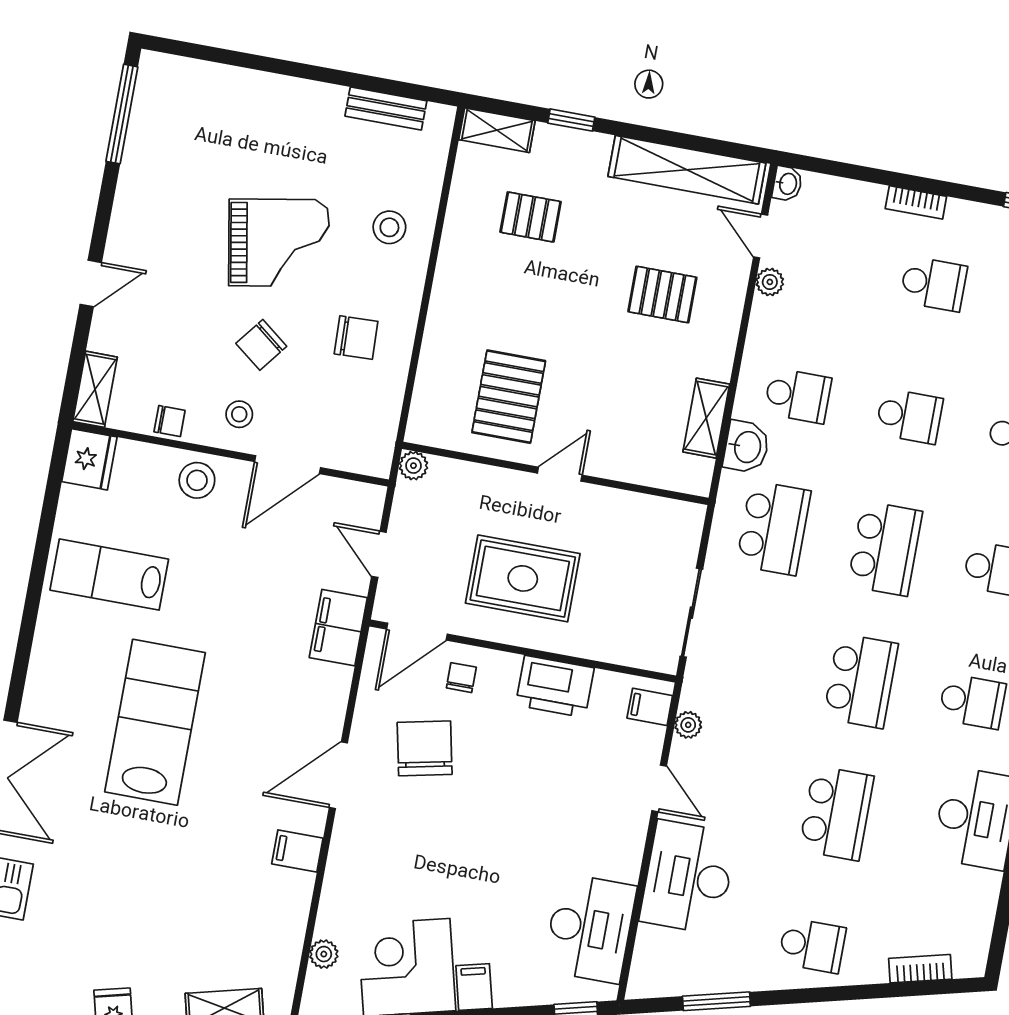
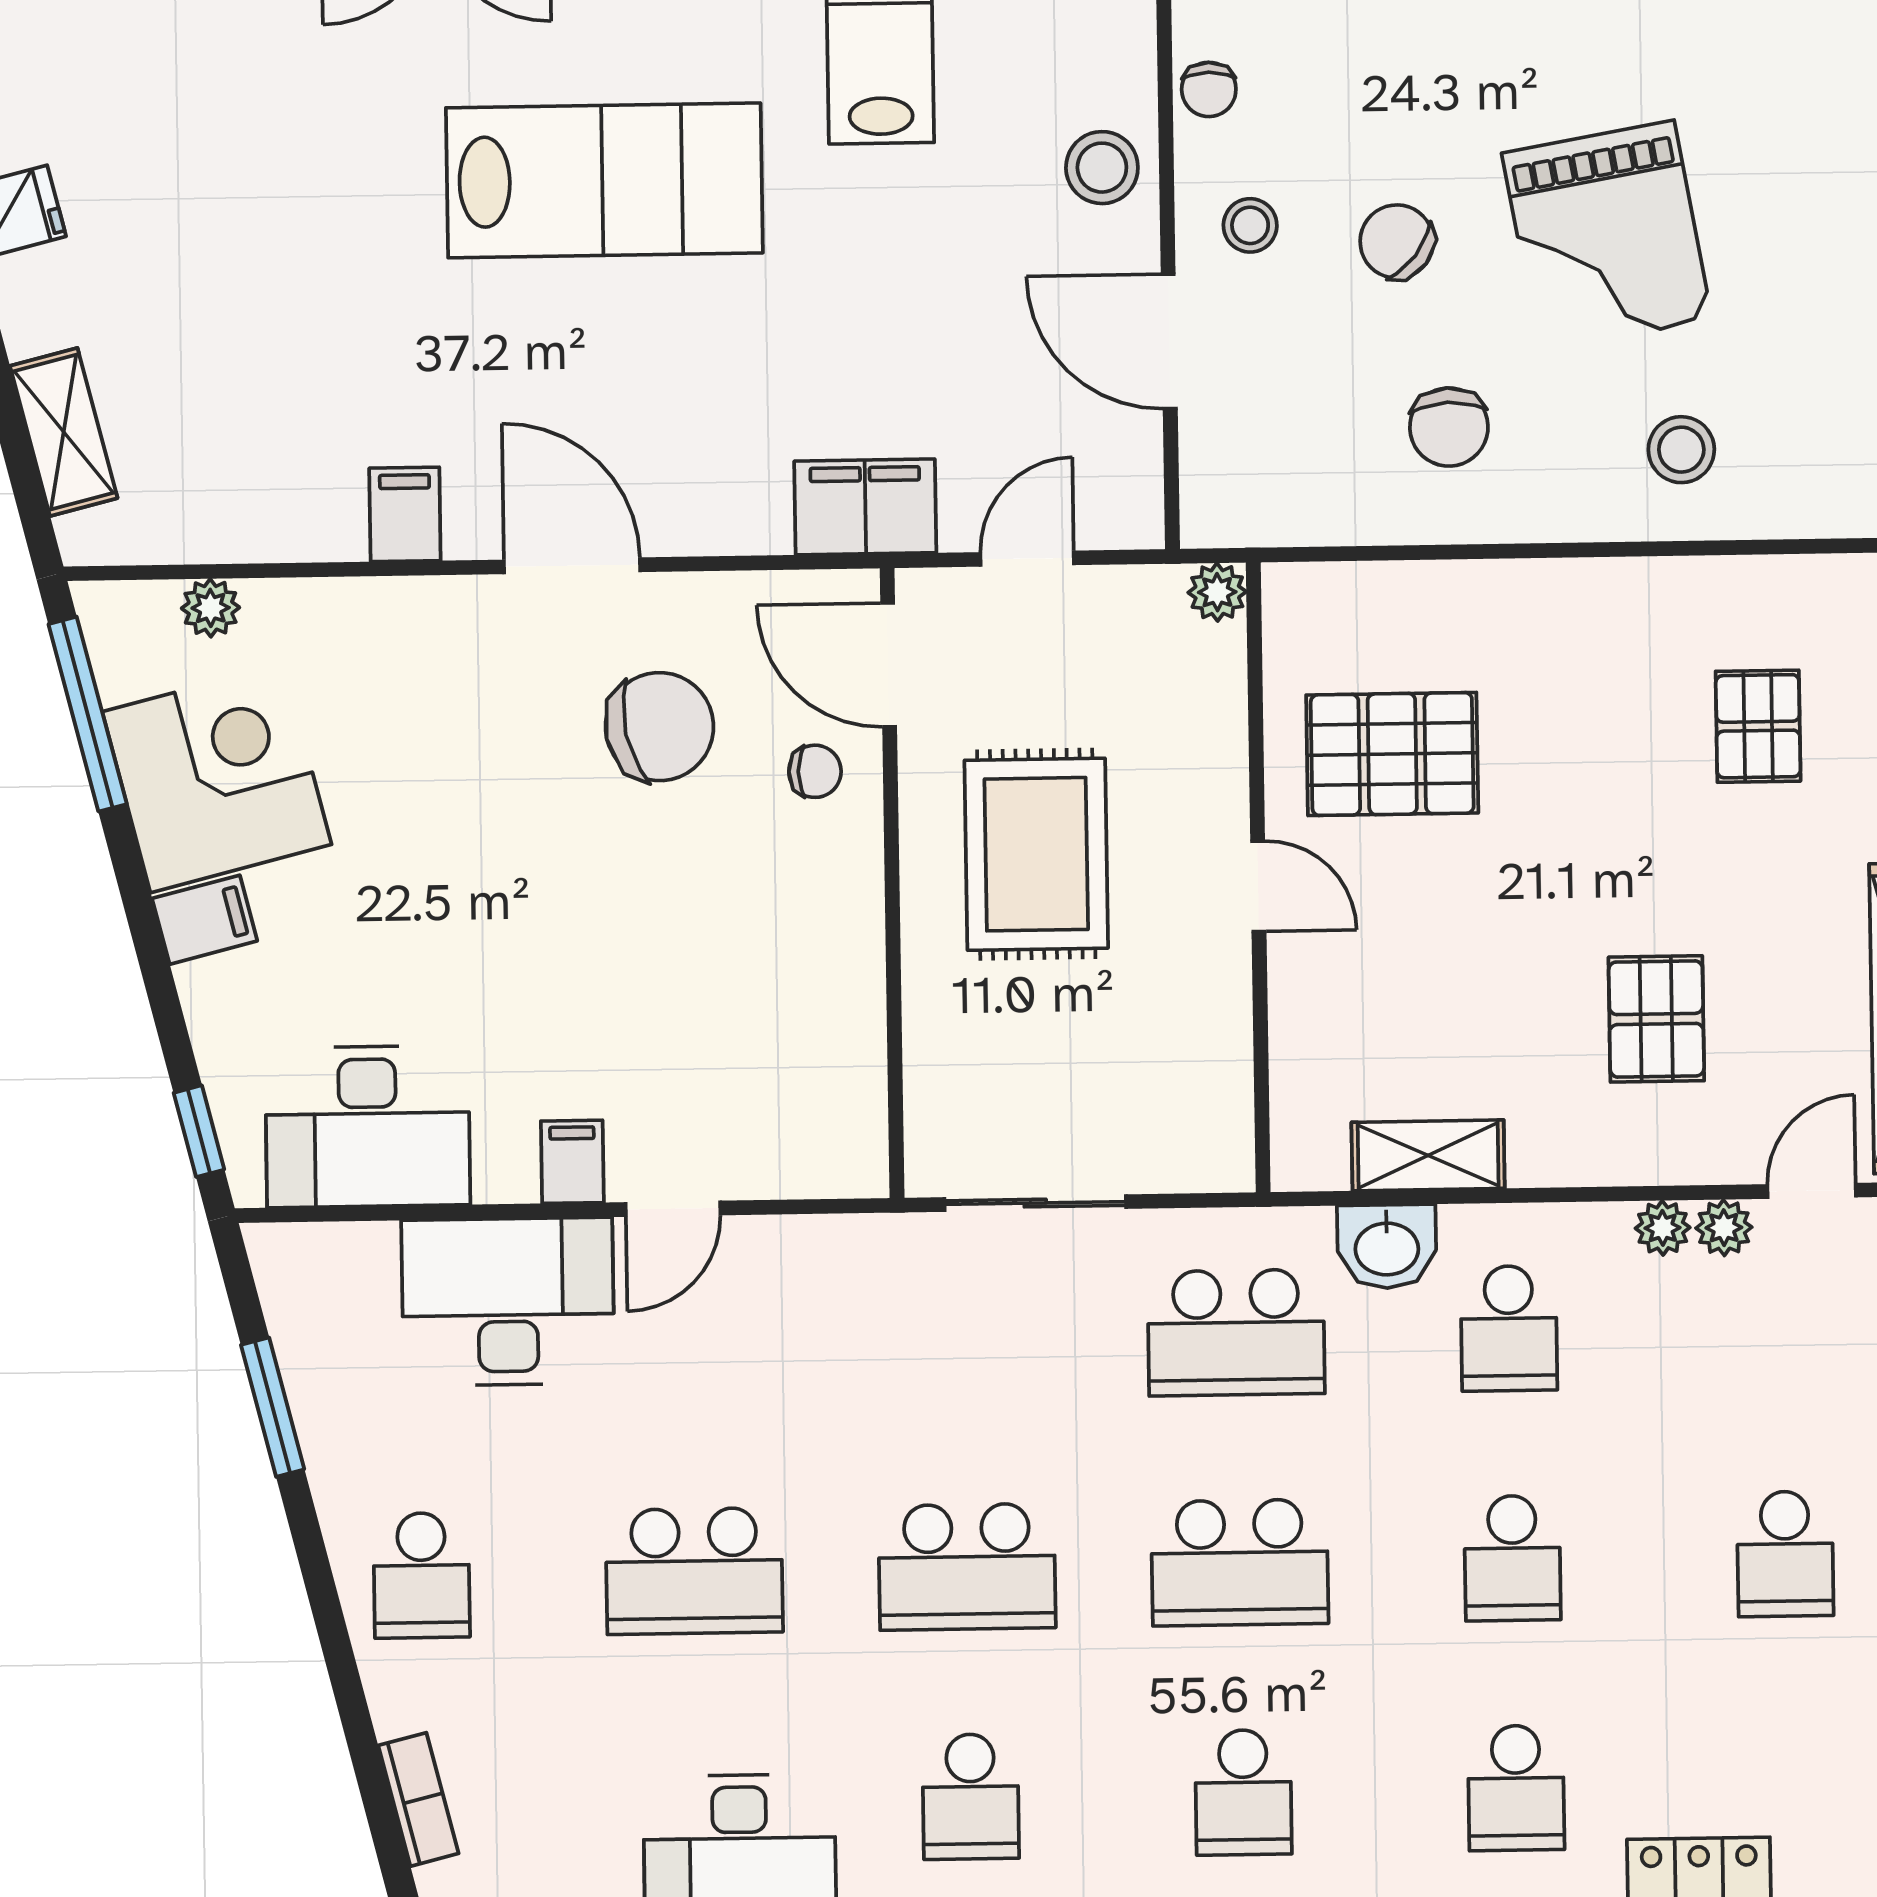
printer: (555, 686) -> (834, 961), removed
filing cabinet: (650, 707) -> (572, 1162), moved
plant: (688, 725) -> (1663, 1228), moved

